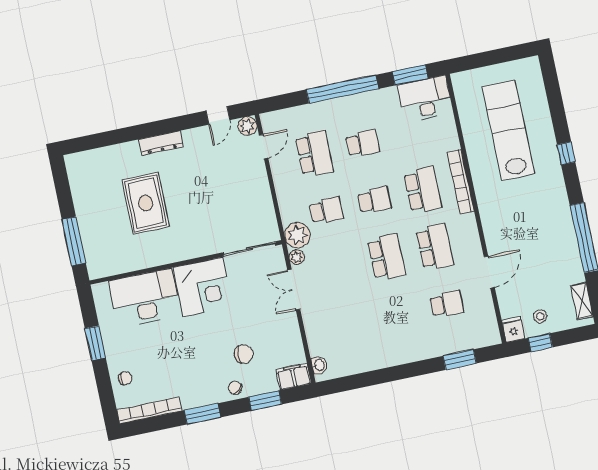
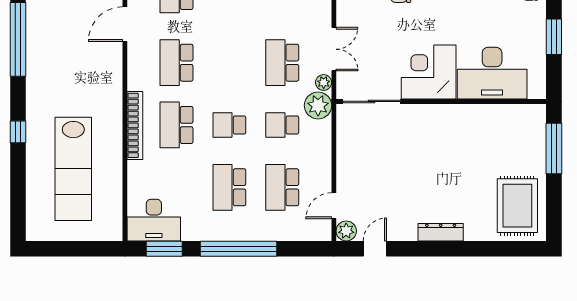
school desk: (363, 143) -> (229, 187), width x1.85
rug: (146, 203) -> (517, 206), moved
school desk: (387, 257) -> (282, 63), moved

